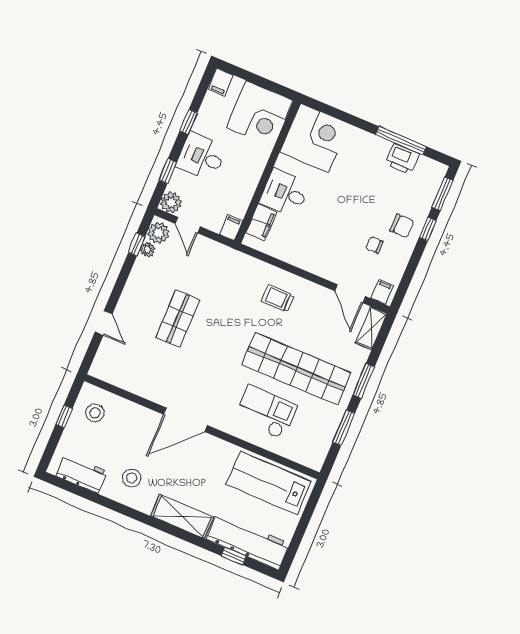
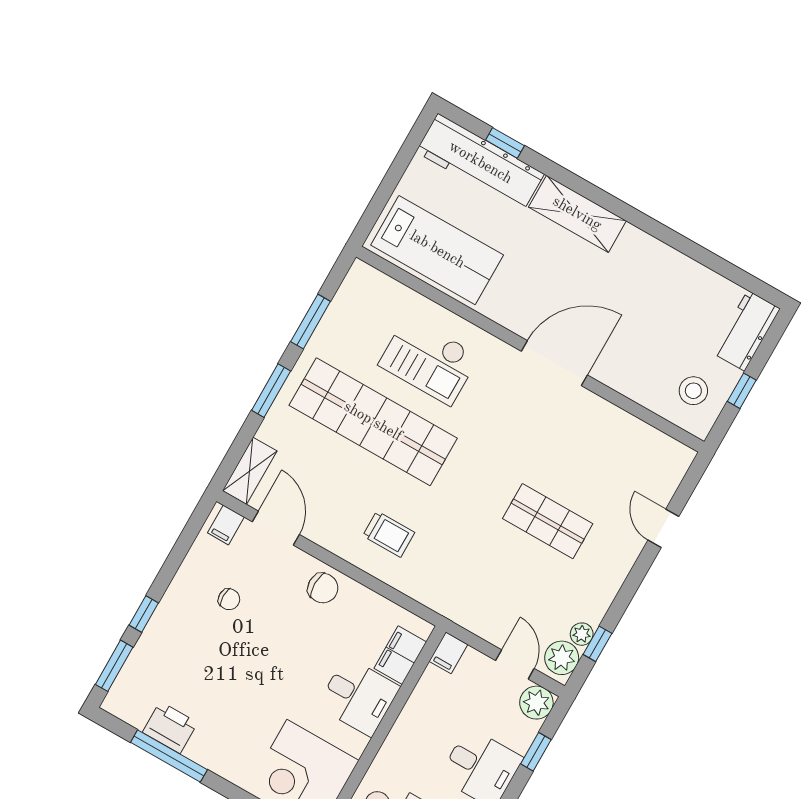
chair: (402, 226) -> (323, 588), moved, turned 180
shop shelf: (178, 319) -> (548, 521), turned 90
workbench: (81, 474) -> (746, 331), moved, turned 90
stool: (132, 478) -> (649, 283), removed

